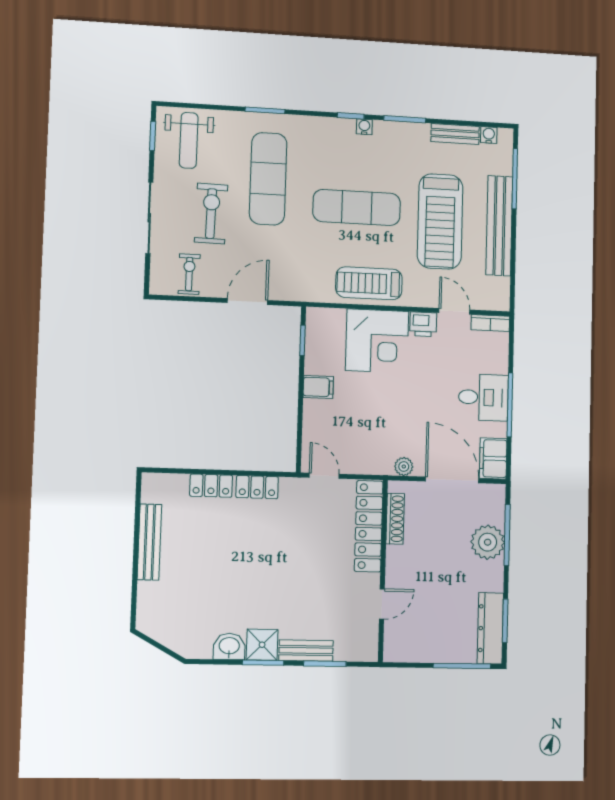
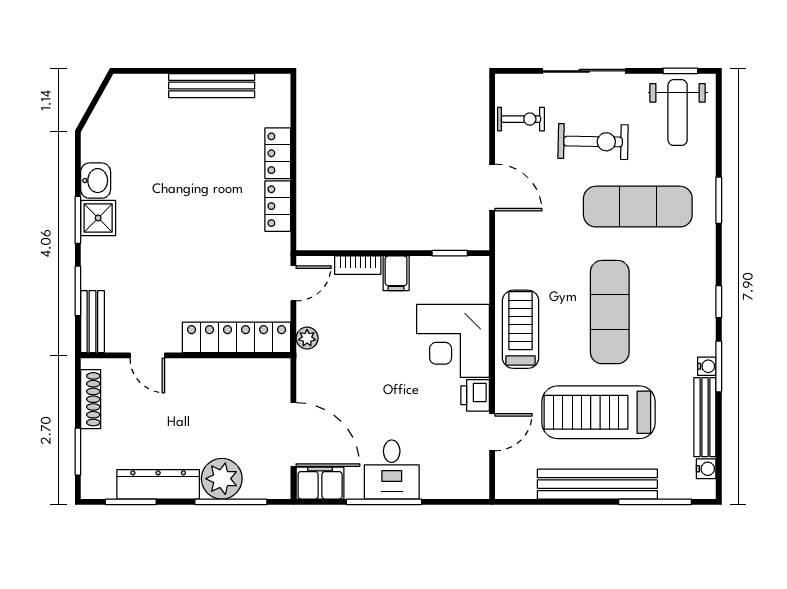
water cooler: (364, 127) -> (707, 366), moved
bench: (455, 134) -> (705, 417), width x1.36
weight bench: (189, 140) -> (678, 113), turned -90
bookcase: (490, 323) -> (358, 265), moved, turned -90
plant: (404, 467) -> (307, 338), moved
door: (452, 480) -> (293, 435), hinge flipped
shoe rack: (395, 519) -> (91, 399), moved, turned -90
dresser: (490, 628) -> (158, 484), moved
bench: (306, 651) -> (92, 322), moved
window: (462, 666) -> (78, 452), width x0.69

